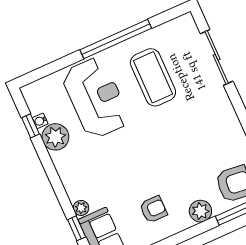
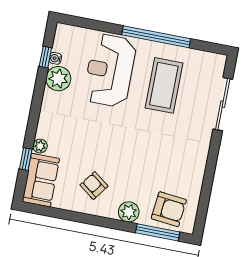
reception desk: (96, 98) -> (110, 70), turned 180
armchair: (153, 209) -> (94, 185), turned -143

